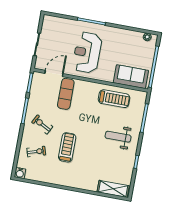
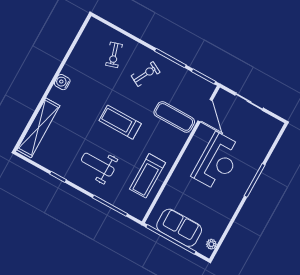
reception desk: (87, 52) -> (217, 162), turned 90
sofa: (131, 77) -> (179, 228), moved, turned -90
weight bench: (118, 137) -> (98, 165), turned -90
treadmill: (67, 147) -> (120, 122), moved, turned 180
water cooler: (20, 173) -> (62, 82), moved
shelving: (113, 189) -> (38, 128), width x1.47

